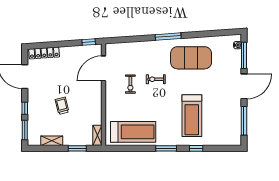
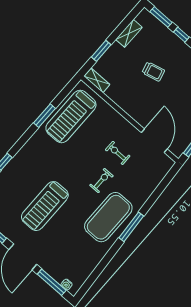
exercise mat: (191, 58) -> (108, 217), moved
treadmill: (192, 116) -> (45, 206), moved, turned -90
window: (166, 148) -> (44, 116), moved

